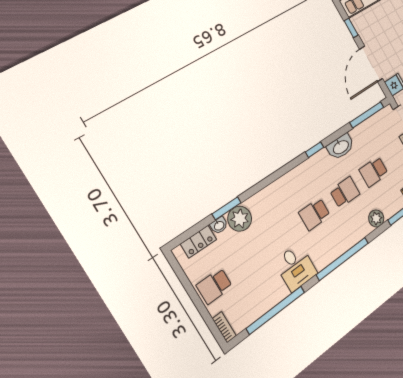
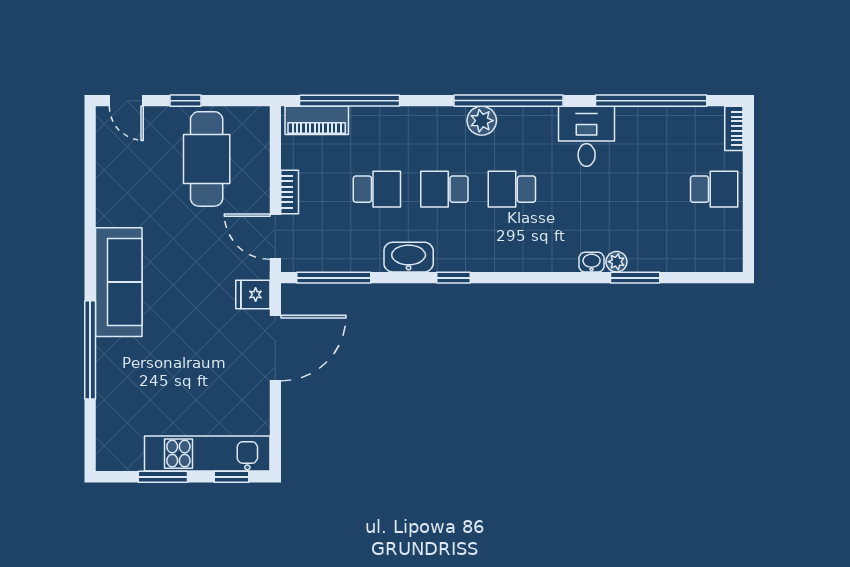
window: (351, 28) -> (275, 420), removed
school desk: (315, 214) -> (512, 189), turned 180
plant: (376, 218) -> (482, 121), moved
plant: (240, 219) -> (616, 262), width x0.53, depth x0.53
washbasin: (219, 225) -> (592, 262), moved
locker: (198, 242) -> (700, 259), removed

